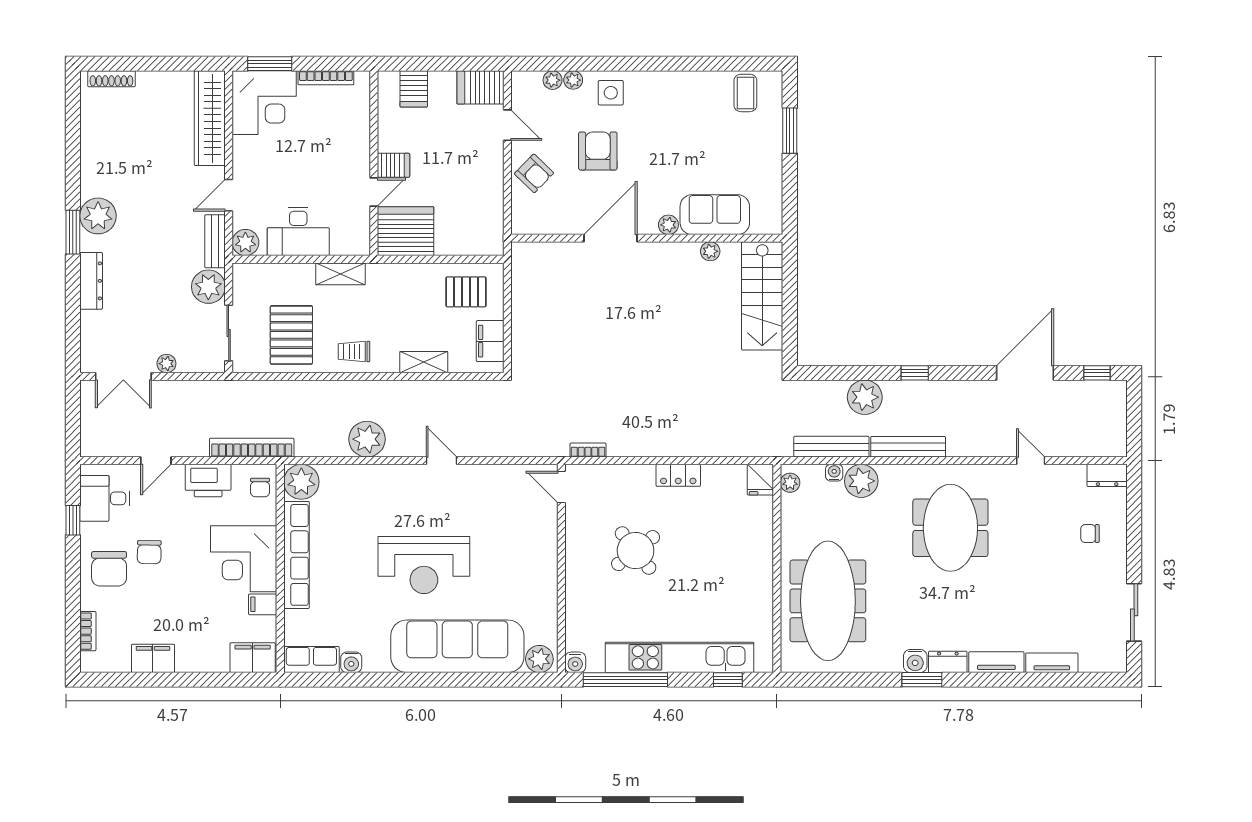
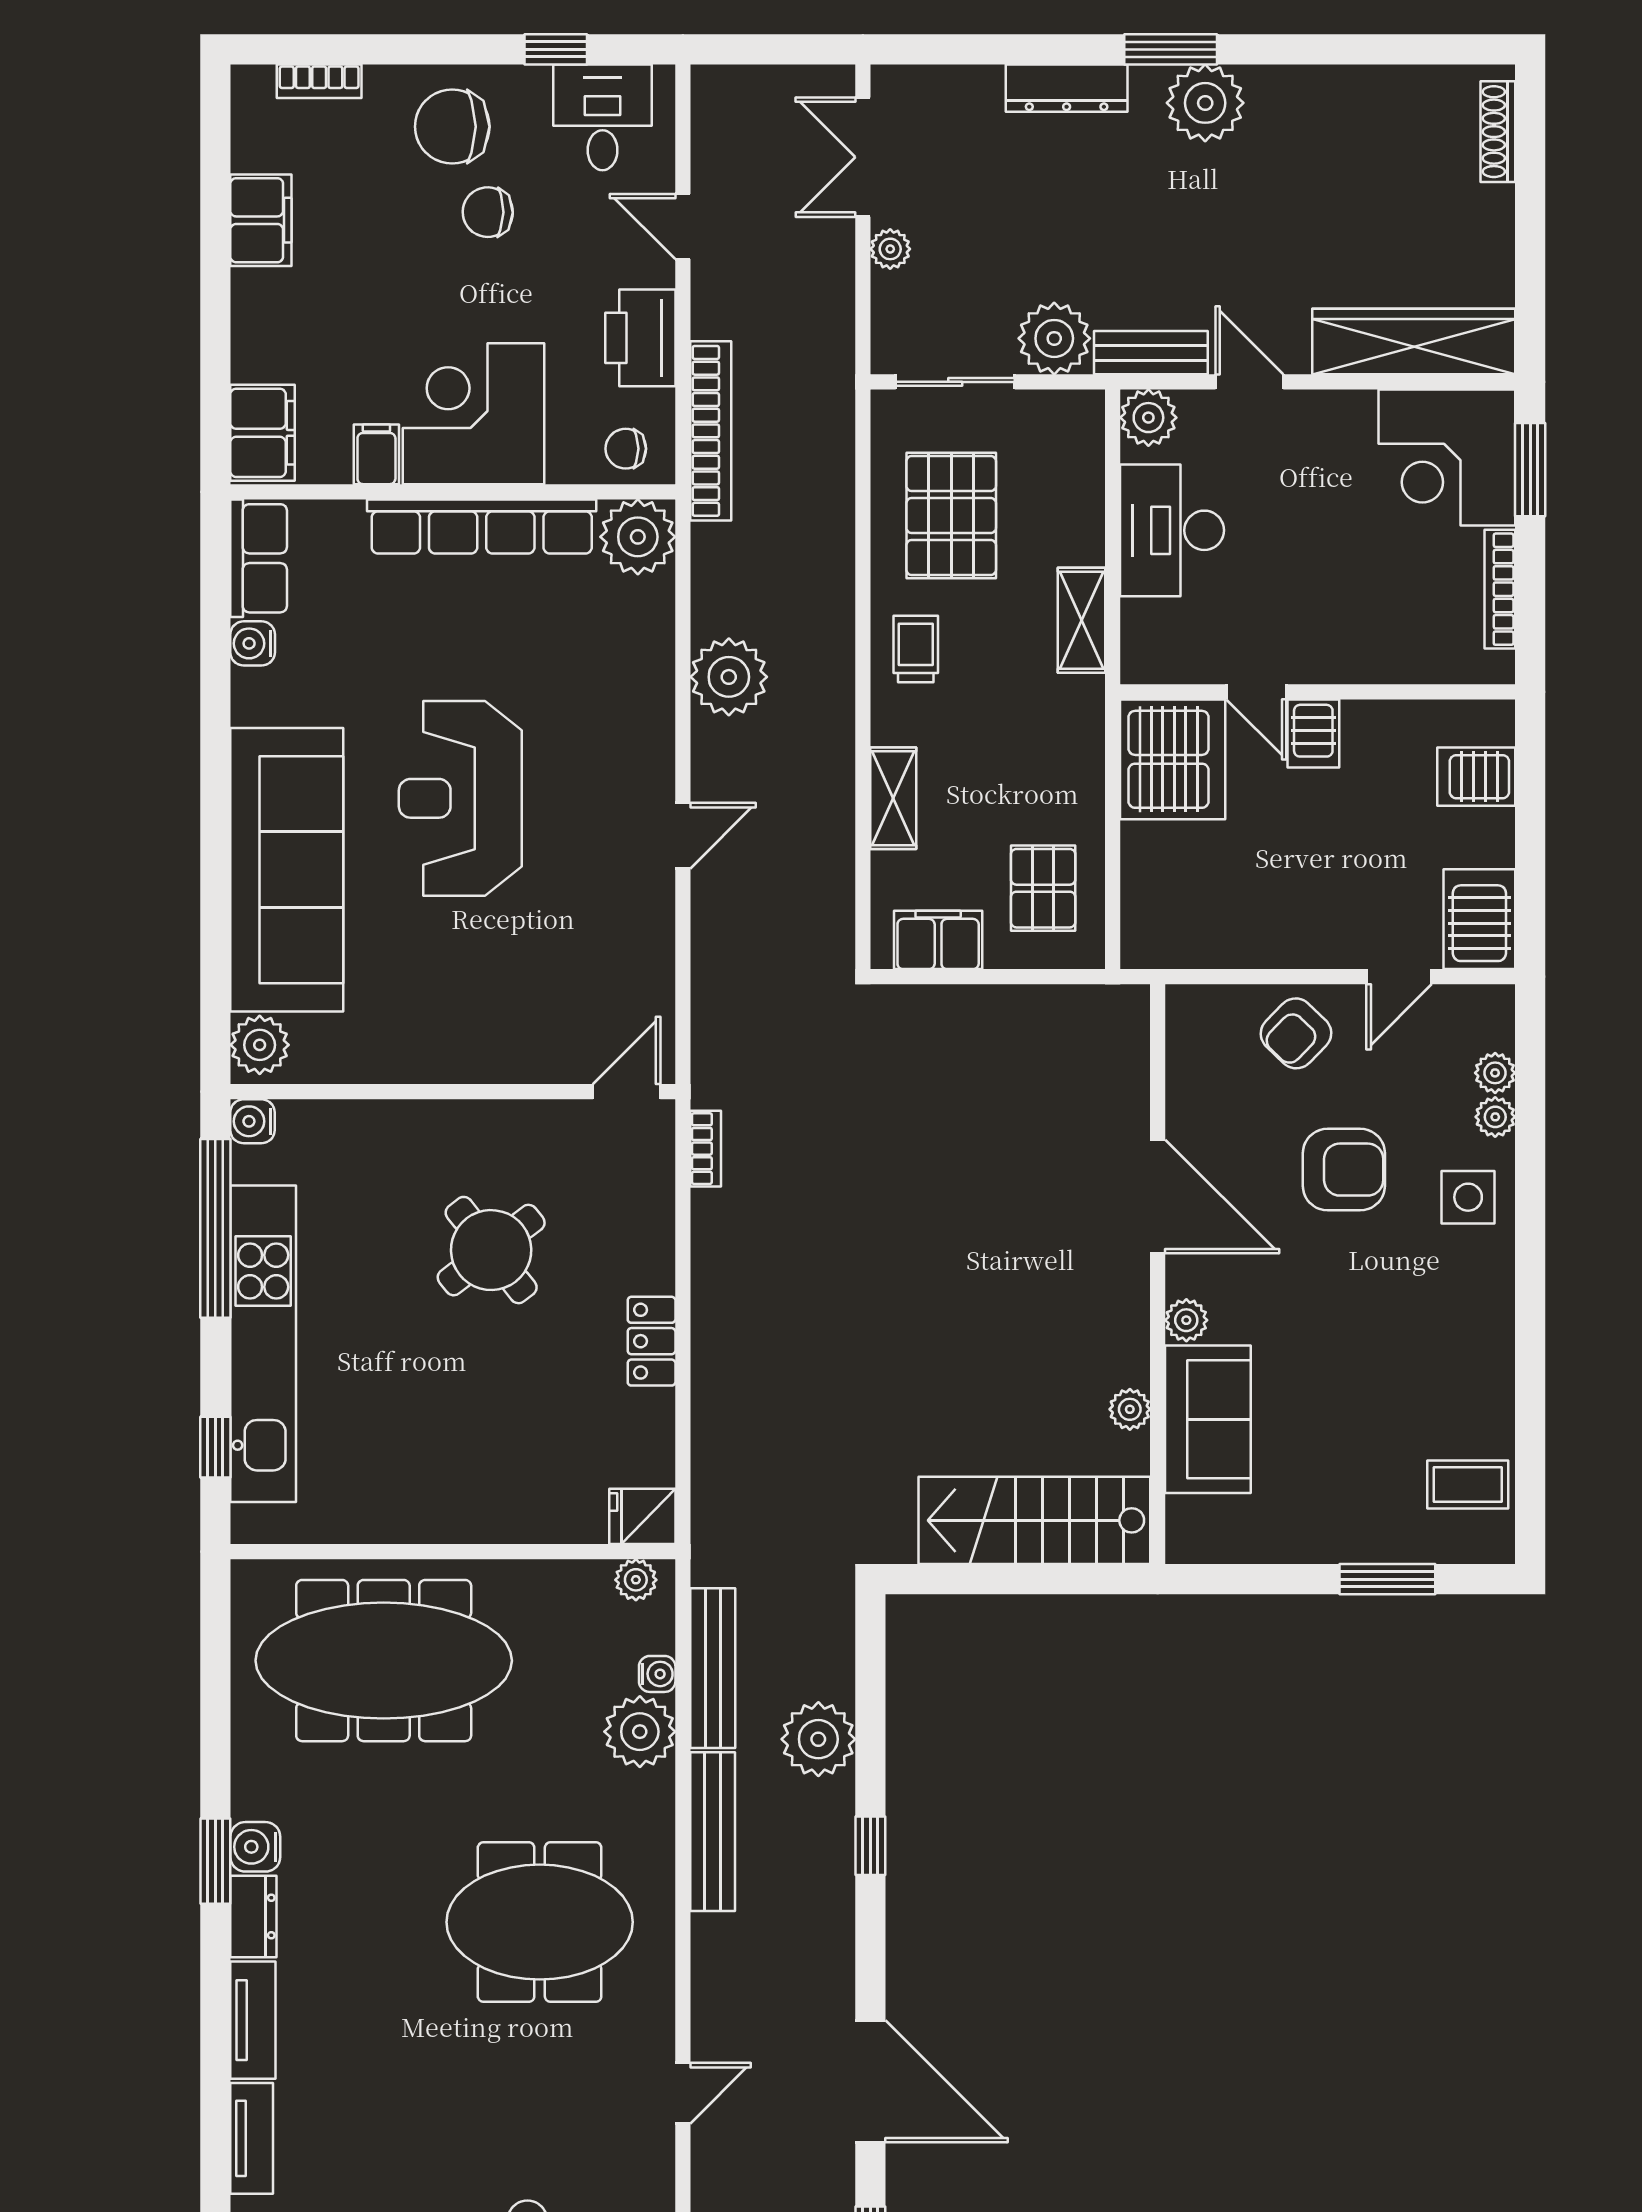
pallet: (291, 335) -> (951, 516), turned 90

